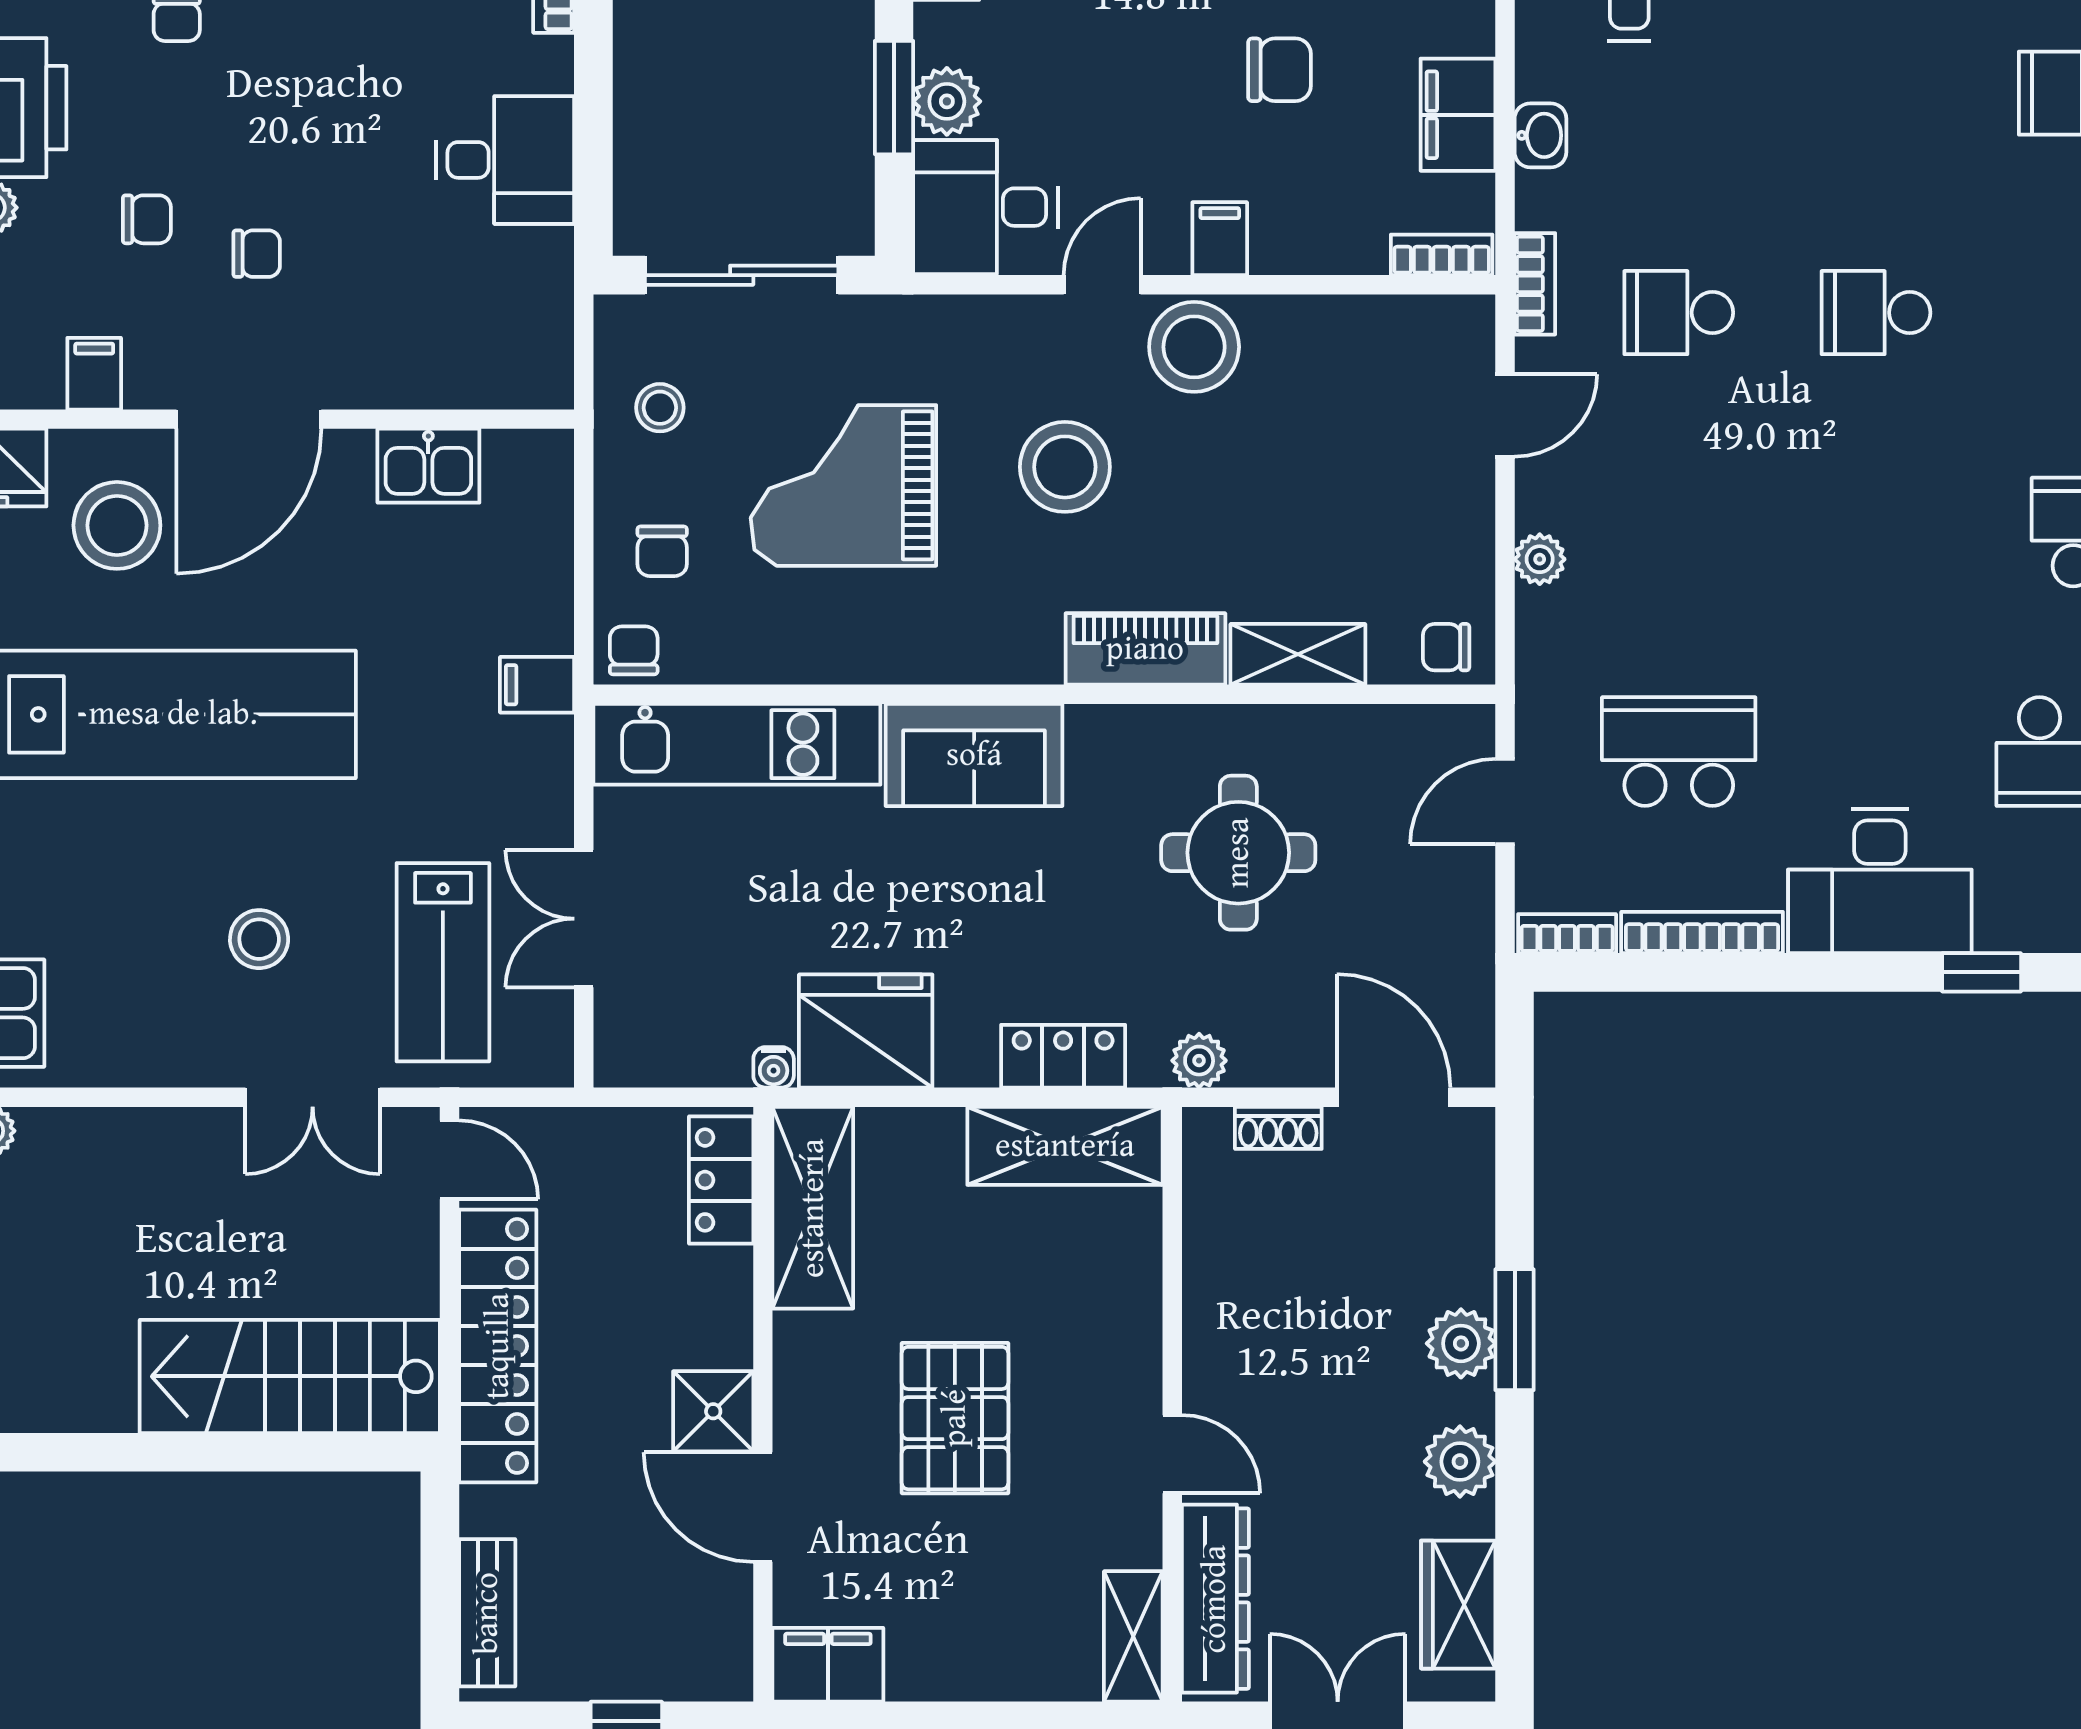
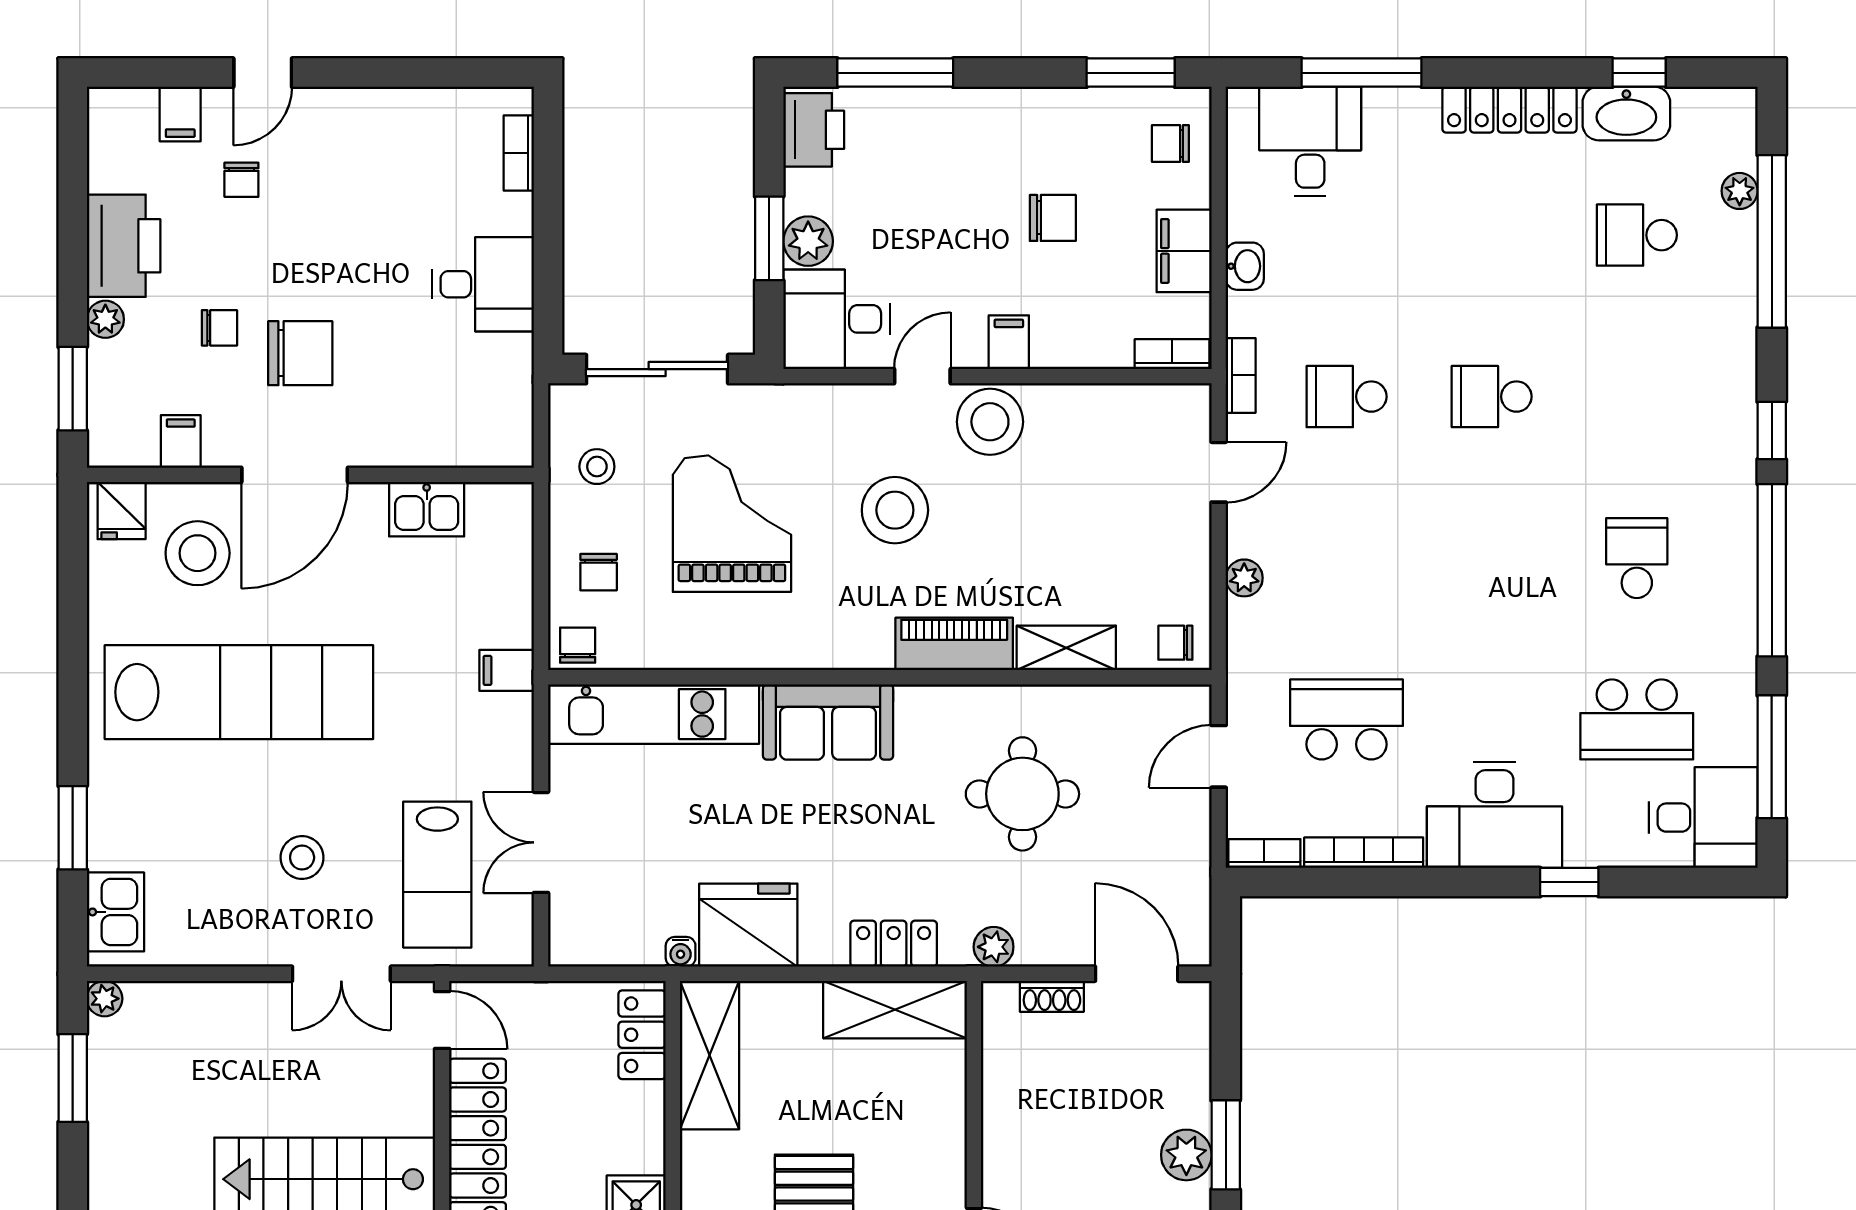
chair: (257, 254) -> (300, 353), width x1.87, depth x1.87
grand piano: (843, 485) -> (732, 524), turned 90

